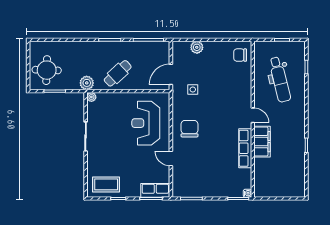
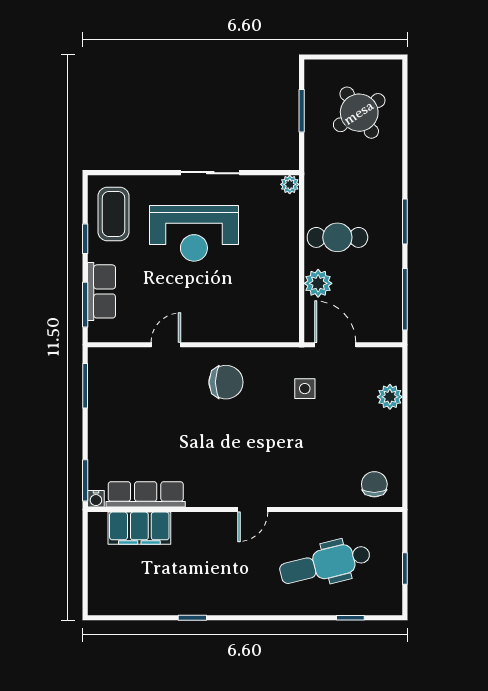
round table: (47, 70) -> (359, 113), moved, turned -35
cafe table: (118, 73) -> (337, 237), turned -47
plant: (87, 83) -> (318, 283), moved
reception desk: (146, 123) -> (194, 233), moved, turned 180
filing cabinet: (262, 142) -> (139, 528), moved
row of seats: (245, 148) -> (146, 494), moved
row of seats: (155, 190) -> (102, 291), moved

